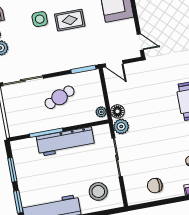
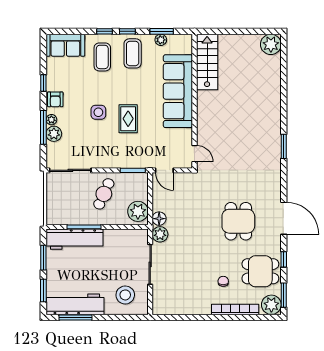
rug: (70, 20) -> (128, 119), turned 90
cafe table: (60, 97) -> (104, 194), turned -43
plant: (101, 112) -> (138, 211), width x1.87, depth x1.87
workbench: (66, 142) -> (74, 239), moved
chair: (155, 186) -> (183, 299), removed

